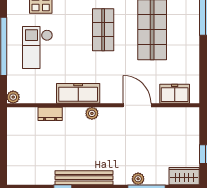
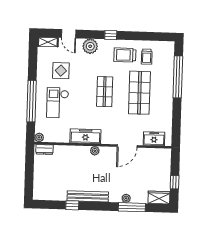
door: (137, 105) -> (127, 146), swing flipped
dresser: (50, 114) -> (44, 149), moved

